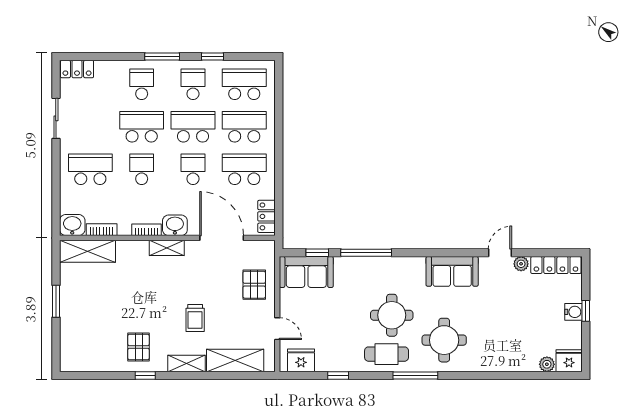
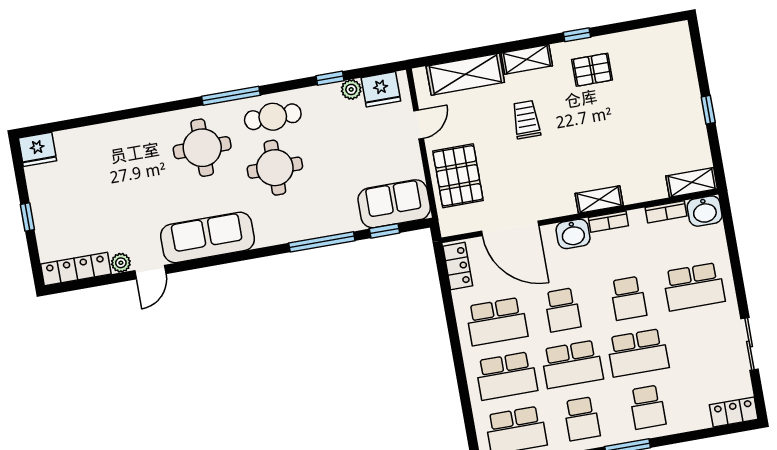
shelving: (167, 248) -> (599, 199), moved
shelving: (87, 251) -> (692, 182), width x0.67, depth x0.75
sofa: (452, 271) -> (207, 237), width x1.36
pallet: (254, 285) -> (458, 176), width x1.50, depth x1.42
window: (56, 301) -> (708, 110), width x0.67
water cooler: (573, 312) -> (43, 213), removed
door: (277, 329) -> (419, 125), swing flipped
pallet: (139, 347) -> (592, 70), turned 90
plant: (547, 364) -> (351, 89), moved

